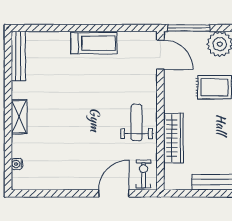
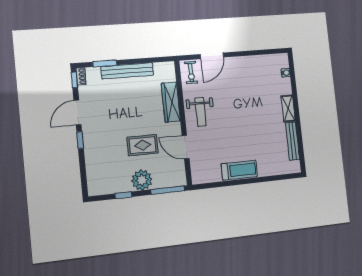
treadmill: (94, 43) -> (239, 170), turned 180
door: (160, 55) -> (186, 147), moved
bench: (18, 56) -> (292, 141), moved

